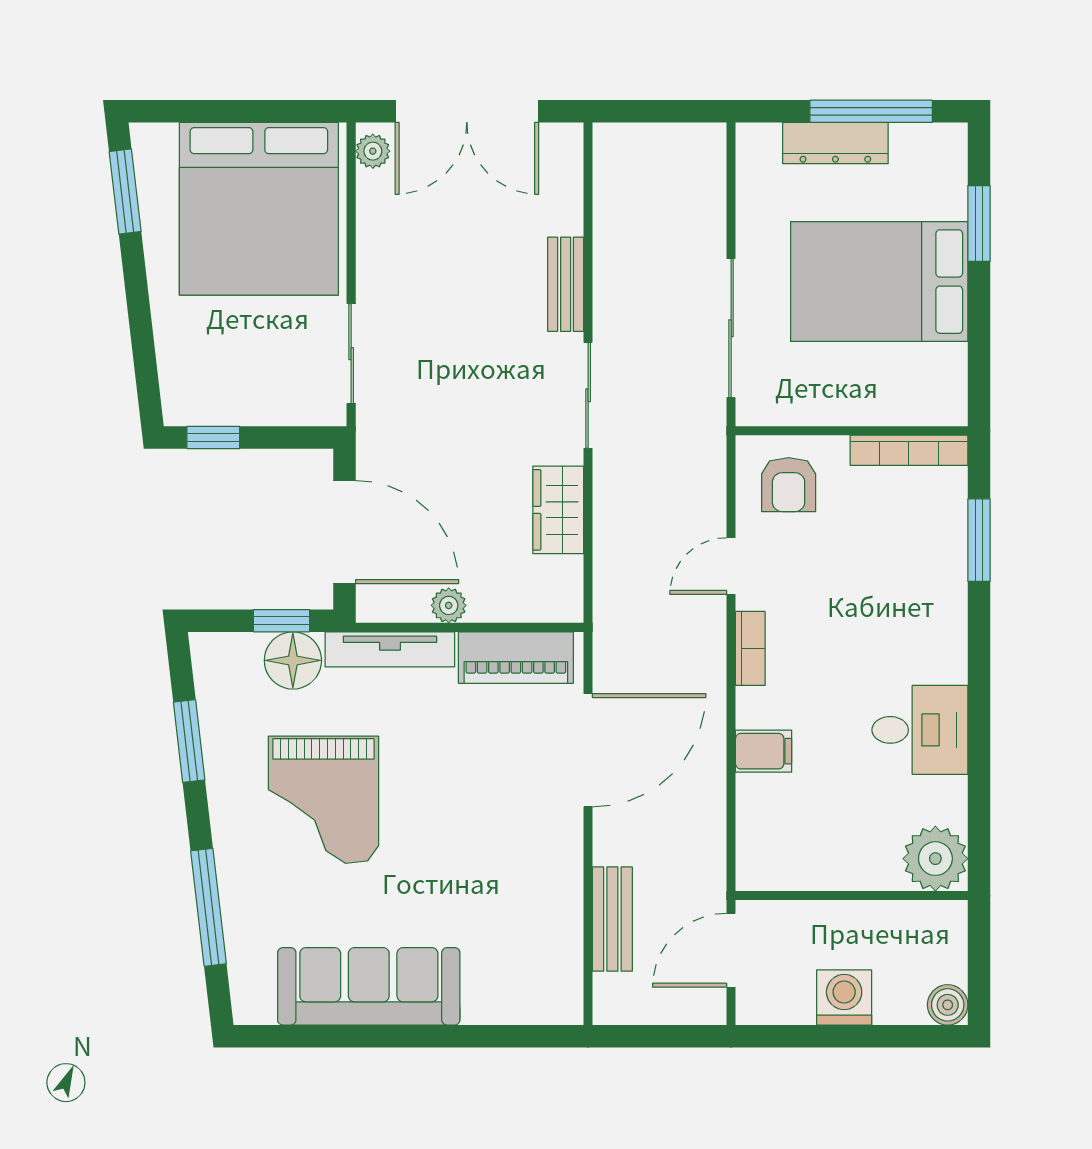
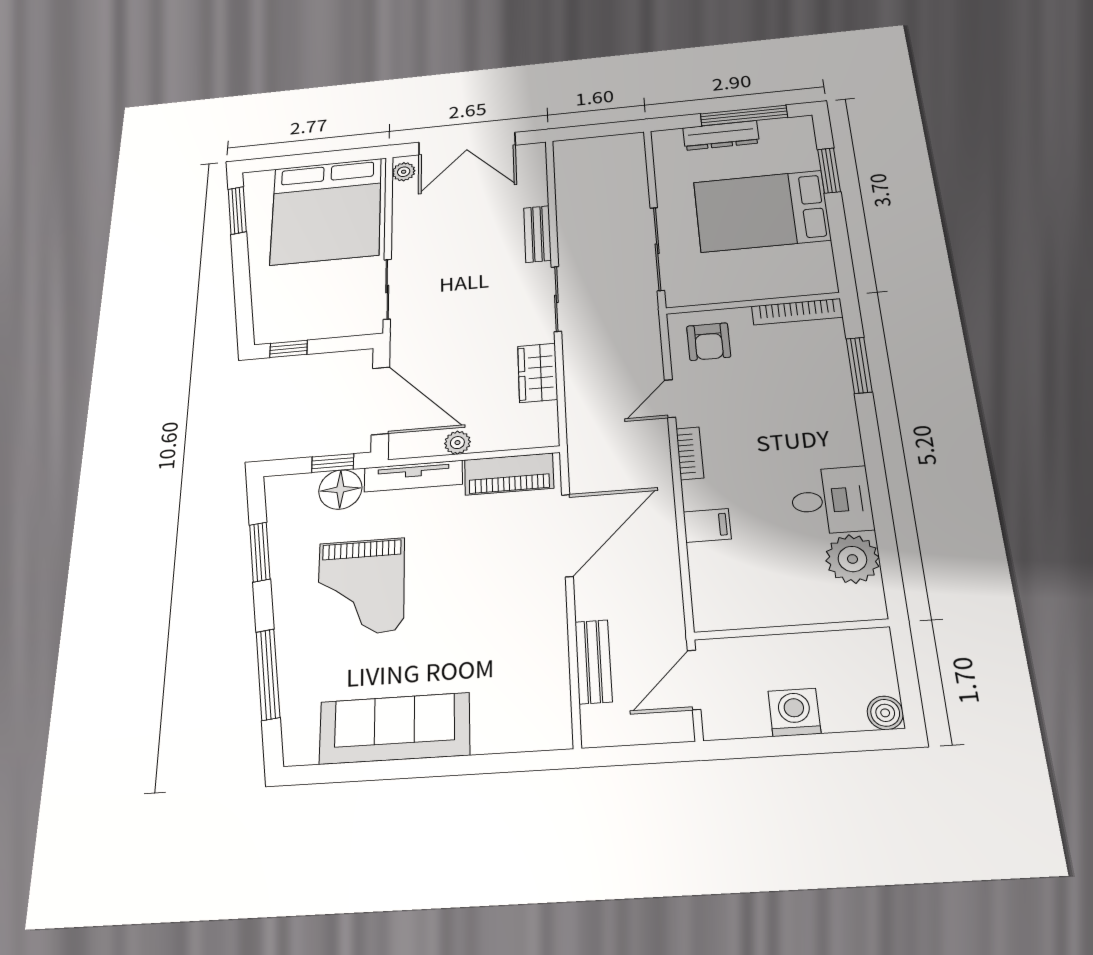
plant: (935, 859) -> (852, 559), moved

